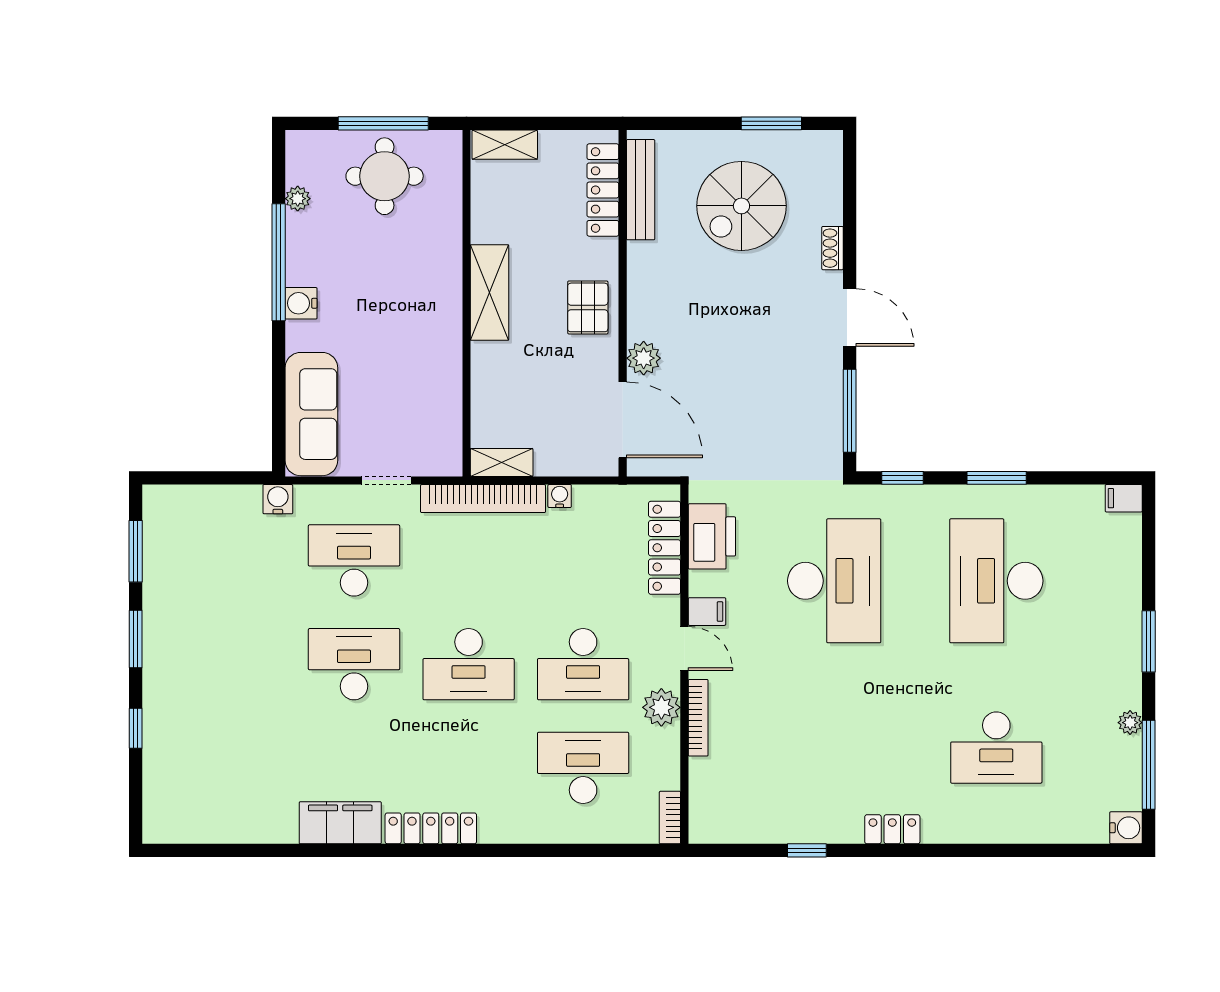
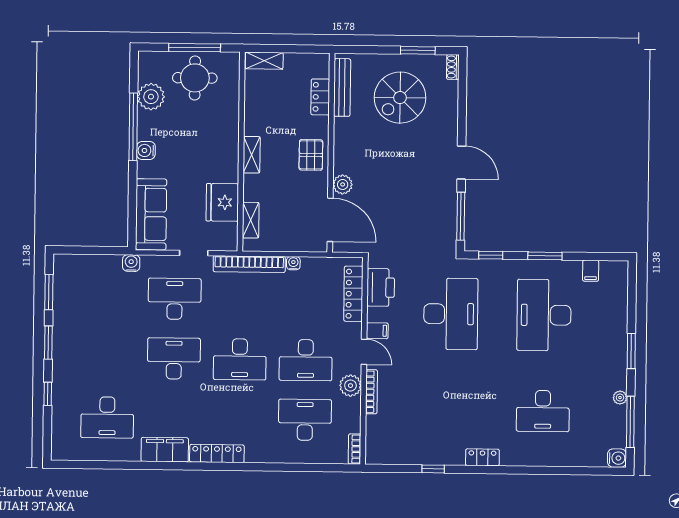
locker: (603, 190) -> (320, 97), width x0.66
plant: (298, 199) -> (151, 97), width x1.87, depth x1.87
shoe rack: (832, 248) -> (453, 67), moved
shelving: (490, 293) -> (252, 155), width x0.67, depth x0.75
fridge: (435, 392) -> (222, 202), added
shelving: (502, 463) -> (251, 220), moved, turned 90
filing cabinet: (1124, 498) -> (591, 271), moved, turned -90
desk: (239, 768) -> (107, 417), added

